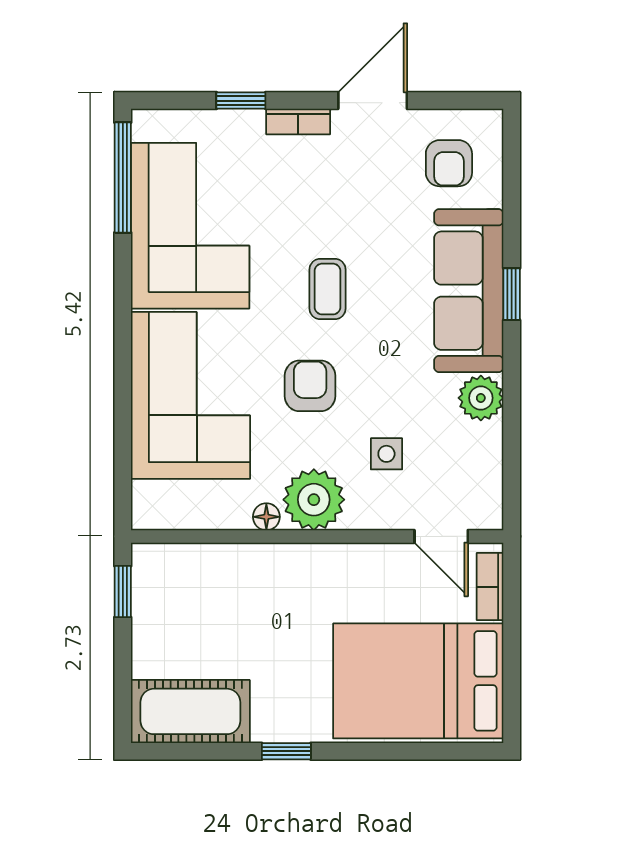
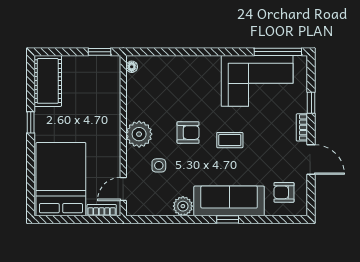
corner sofa: (191, 395) -> (184, 81), removed
floor lamp: (266, 517) -> (132, 67), moved

